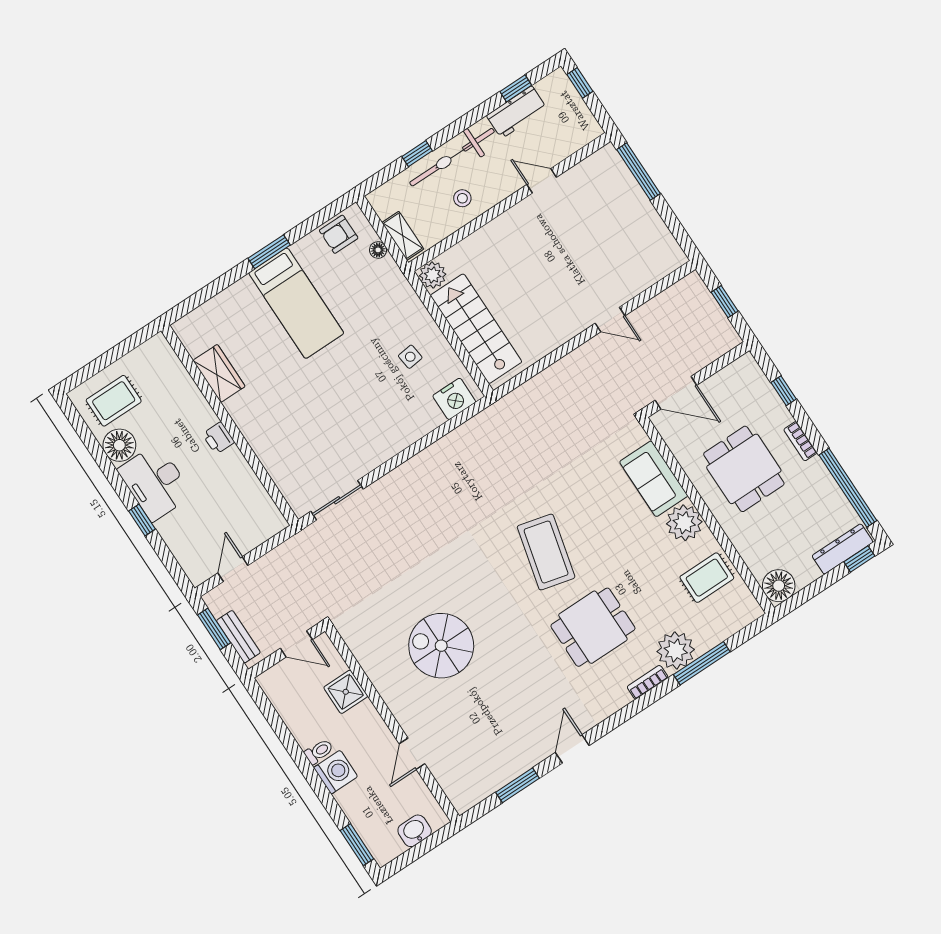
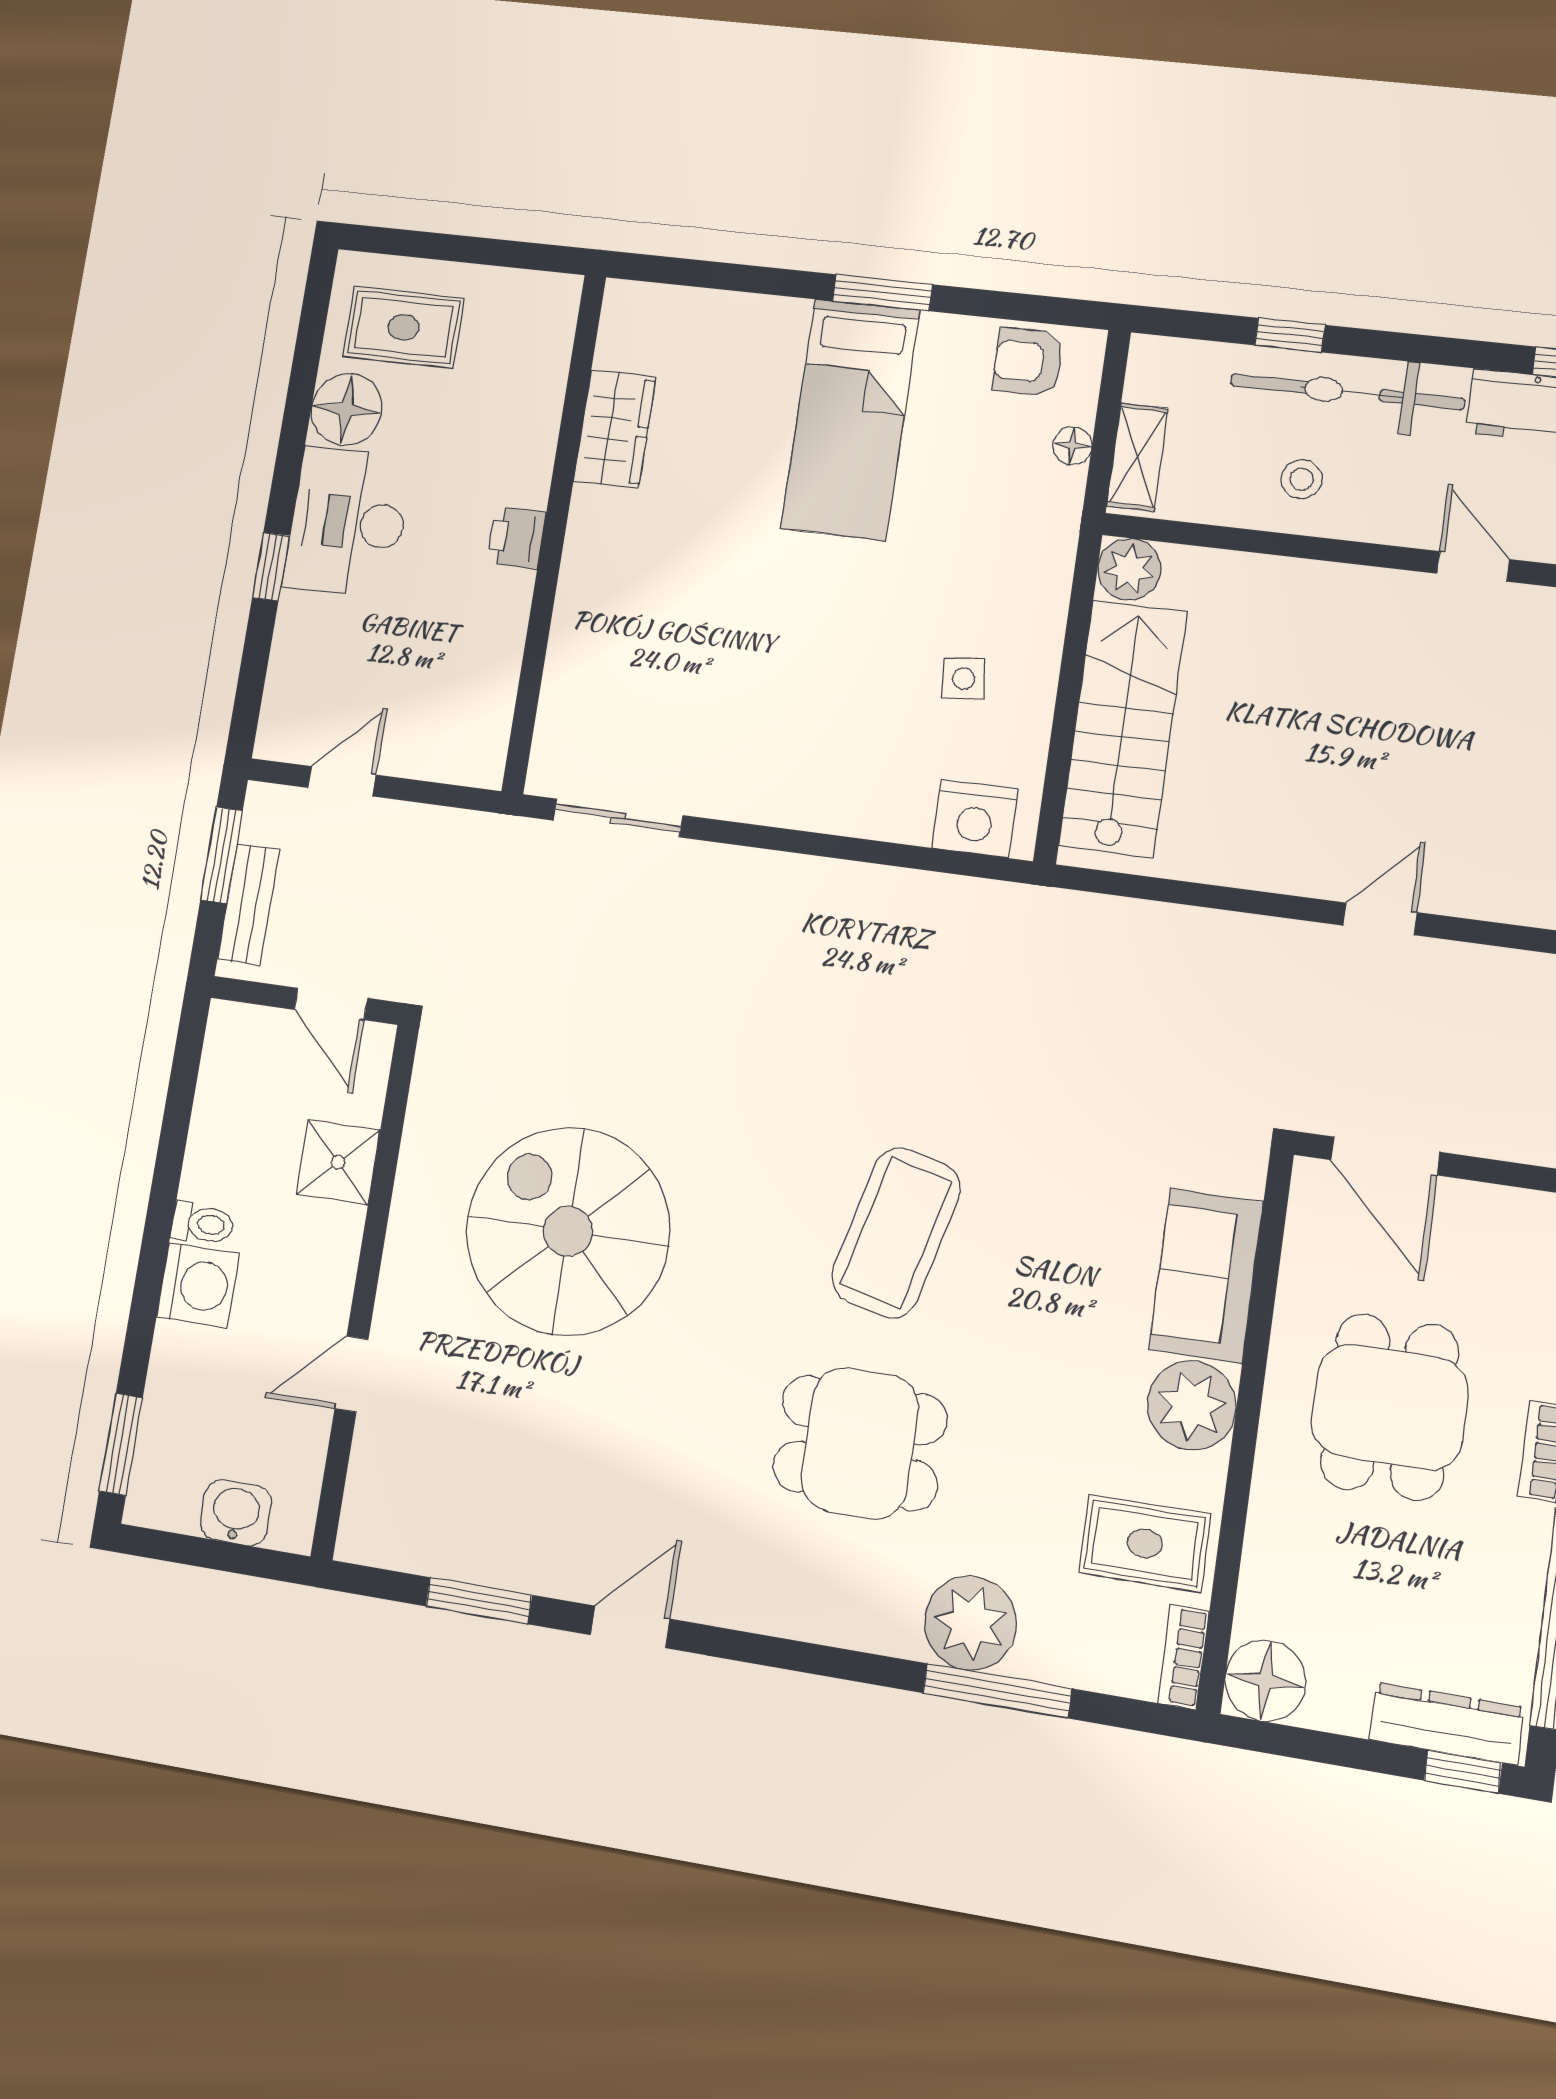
door: (610, 320) -> (1380, 919), swing flipped
spiral stairs: (441, 646) -> (568, 1231), width x1.37, depth x1.37
bookcase: (648, 682) -> (1183, 1657), moved, turned -90

